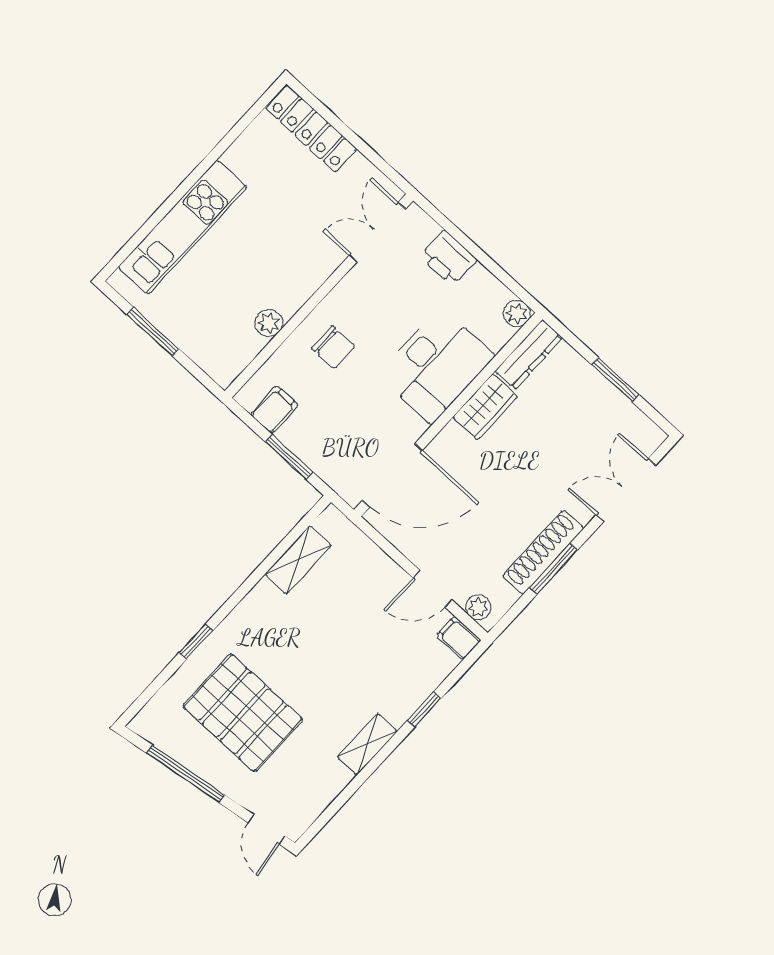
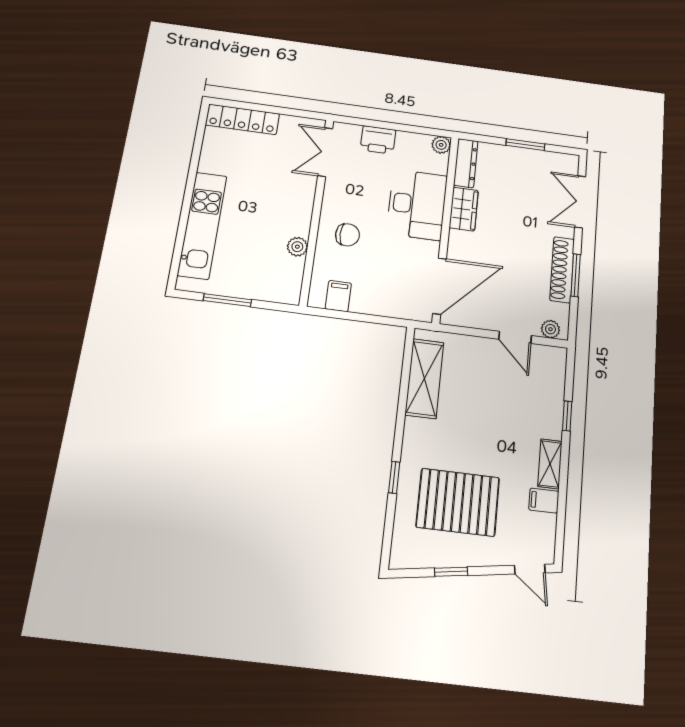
window: (289, 457) -> (369, 318), removed
shelving: (298, 560) -> (425, 378), width x1.50, depth x1.33
door: (433, 589) -> (515, 337), hinge flipped
filing cabinet: (459, 638) -> (544, 501), moved
window: (186, 774) -> (451, 572), width x0.46

